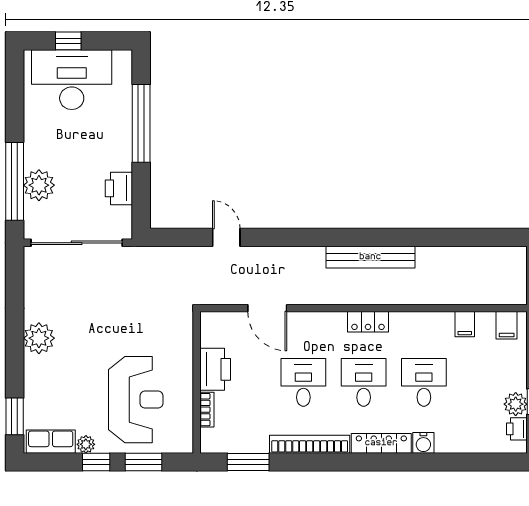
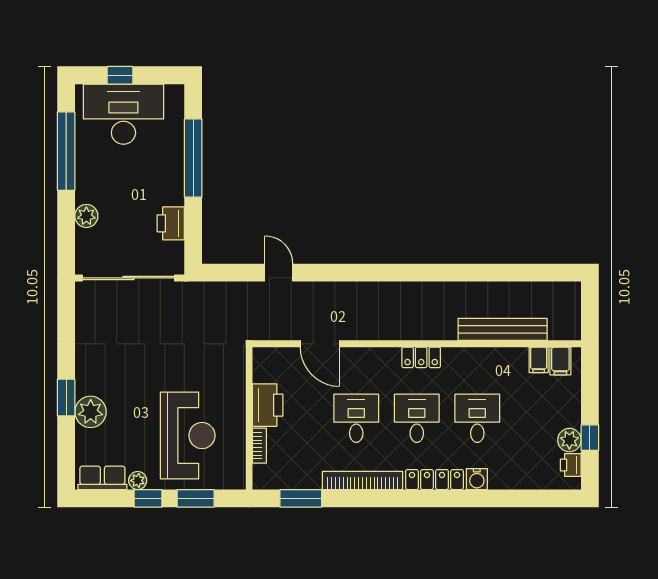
window: (15, 181) -> (66, 151), moved
plant: (39, 185) -> (86, 216), width x0.73, depth x0.73
bench: (370, 257) -> (503, 329), moved
filing cabinet: (465, 324) -> (539, 360), moved
plant: (39, 338) -> (91, 412), moved
window: (15, 416) -> (66, 398), moved

